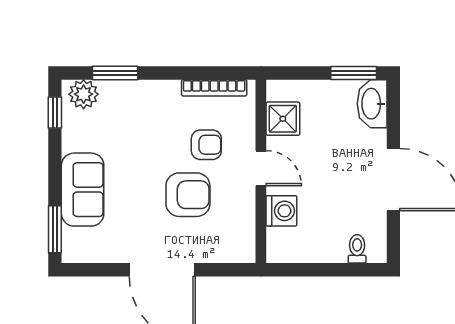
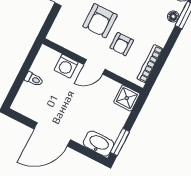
floor lamp: (126, 89) -> (173, 16), added
shower: (283, 119) -> (127, 98), moved
toilet: (357, 249) -> (34, 79), moved

